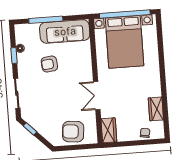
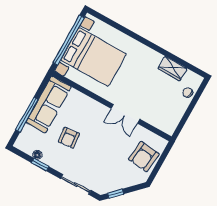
wardrobe: (109, 130) -> (164, 124), removed

